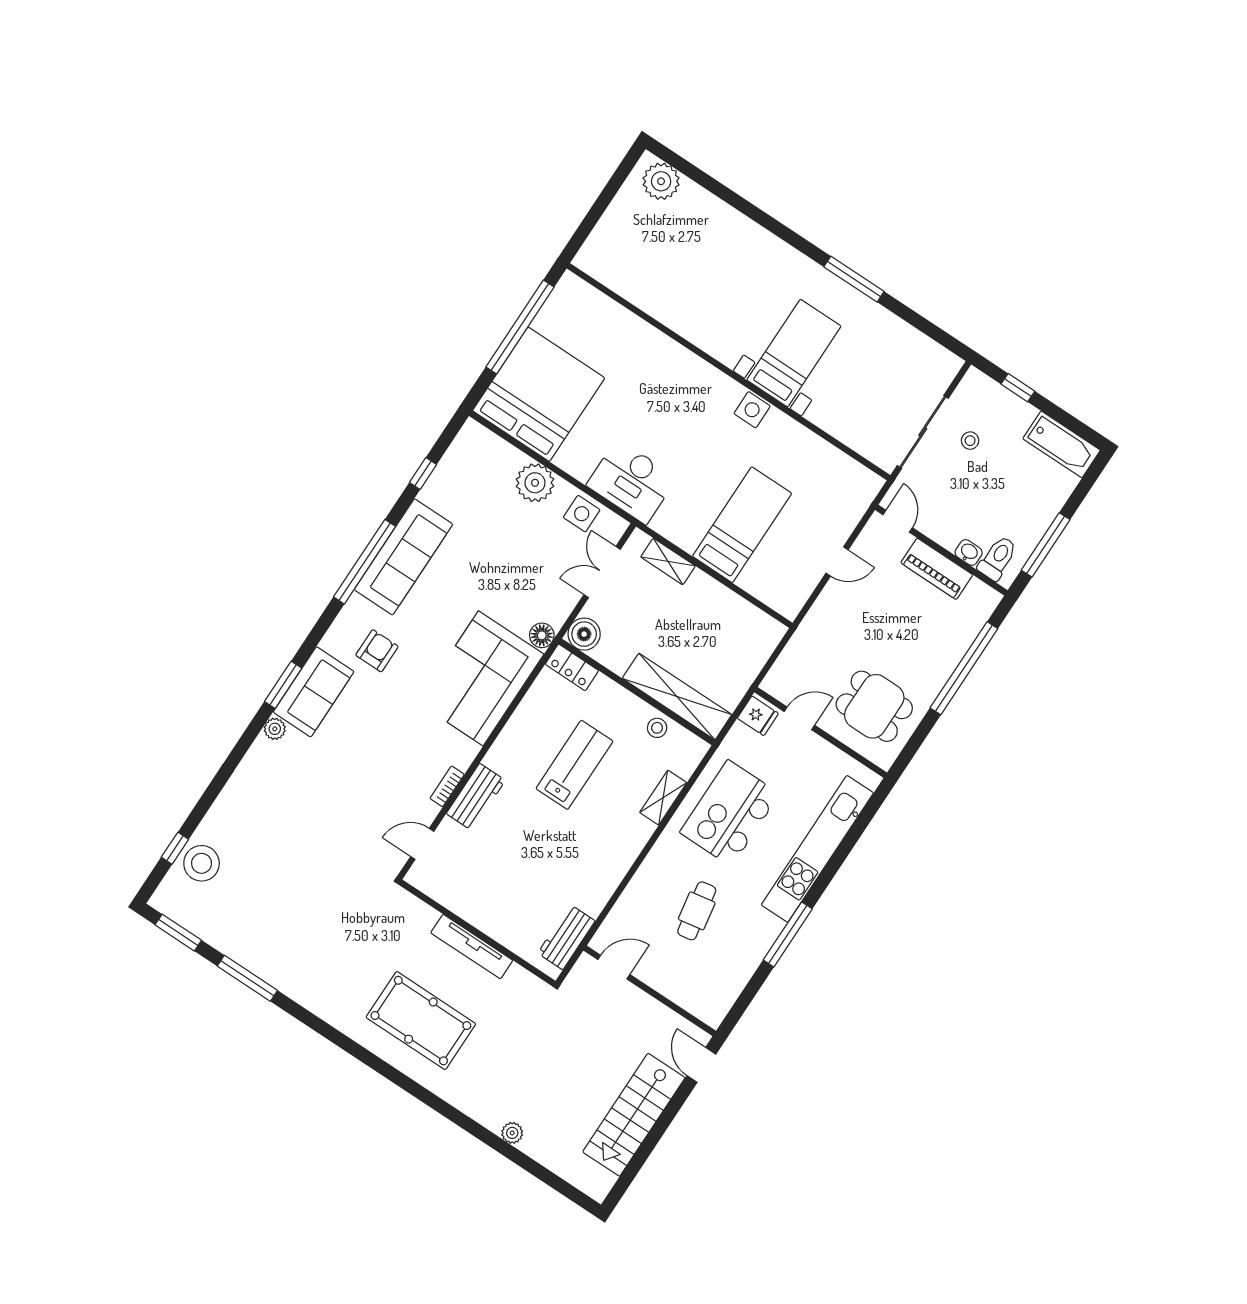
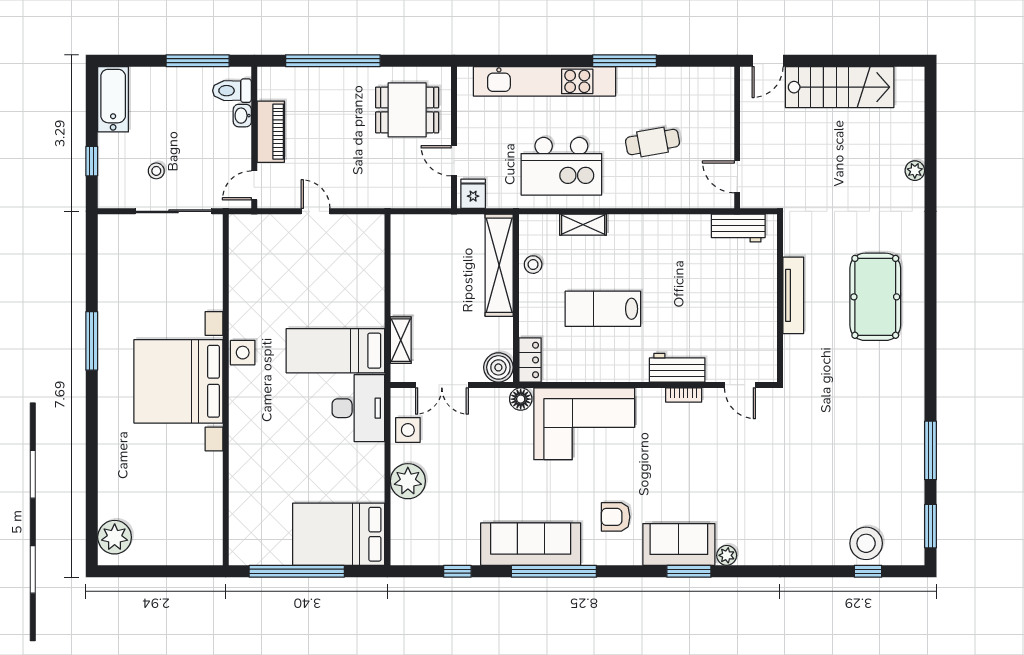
bed with nightstands: (794, 353) -> (178, 381), width x1.85
bed: (539, 394) -> (339, 534), width x0.73
bed: (742, 525) -> (335, 351), moved
dining table: (874, 706) -> (407, 110), turned 90

